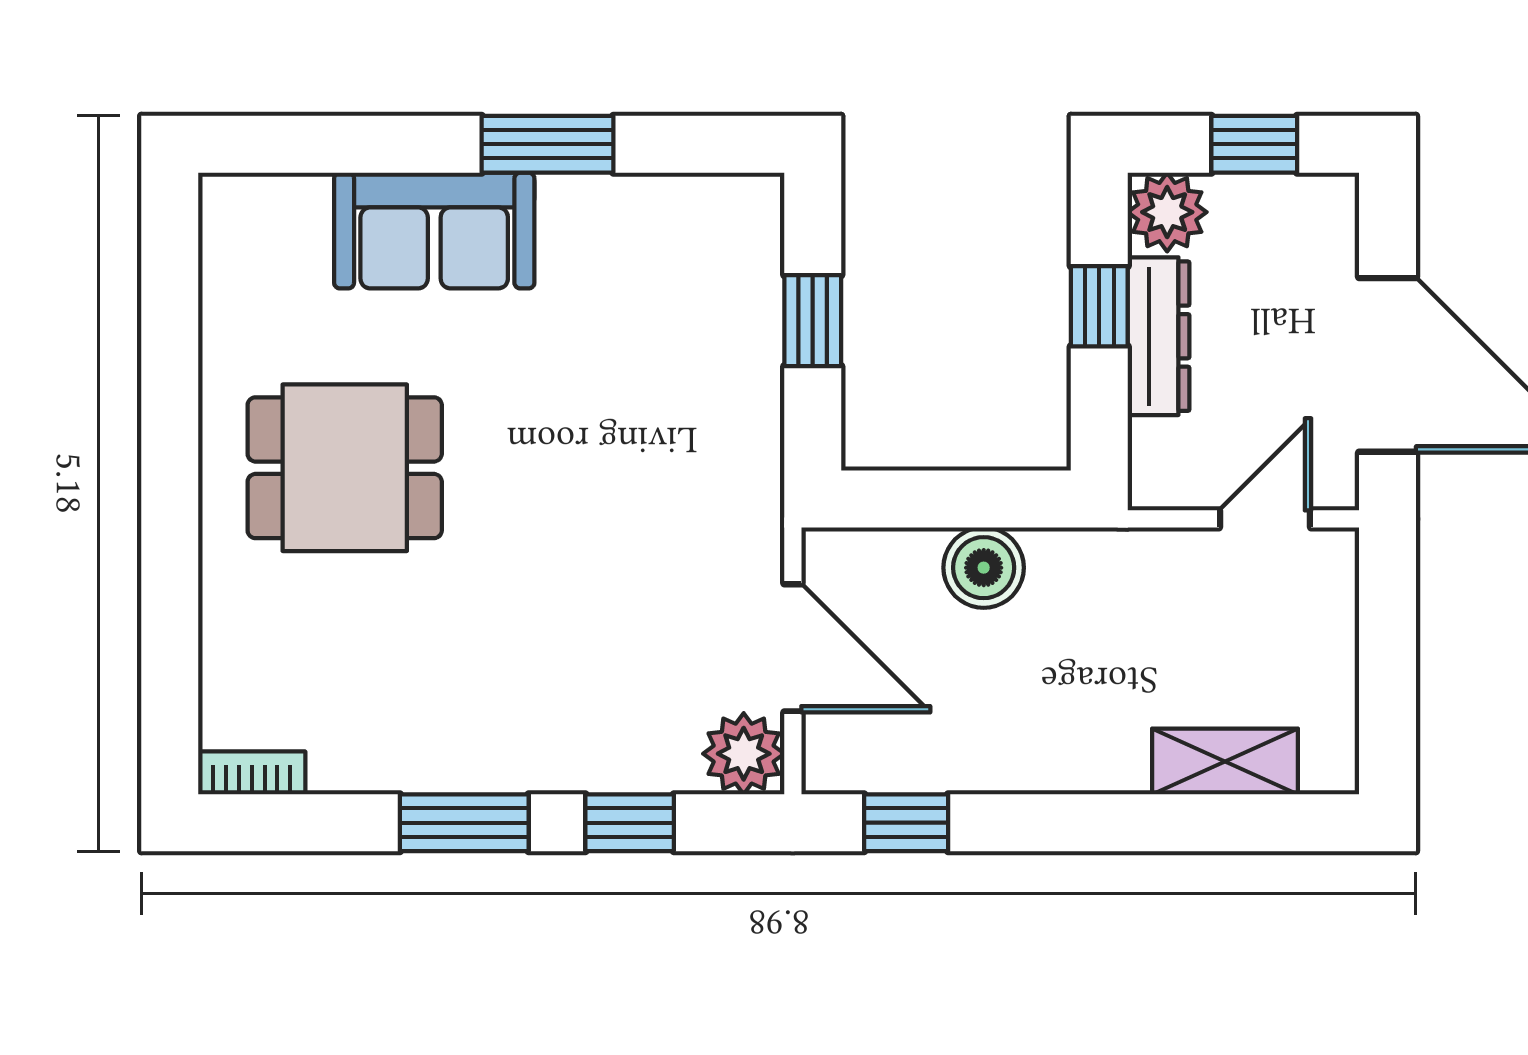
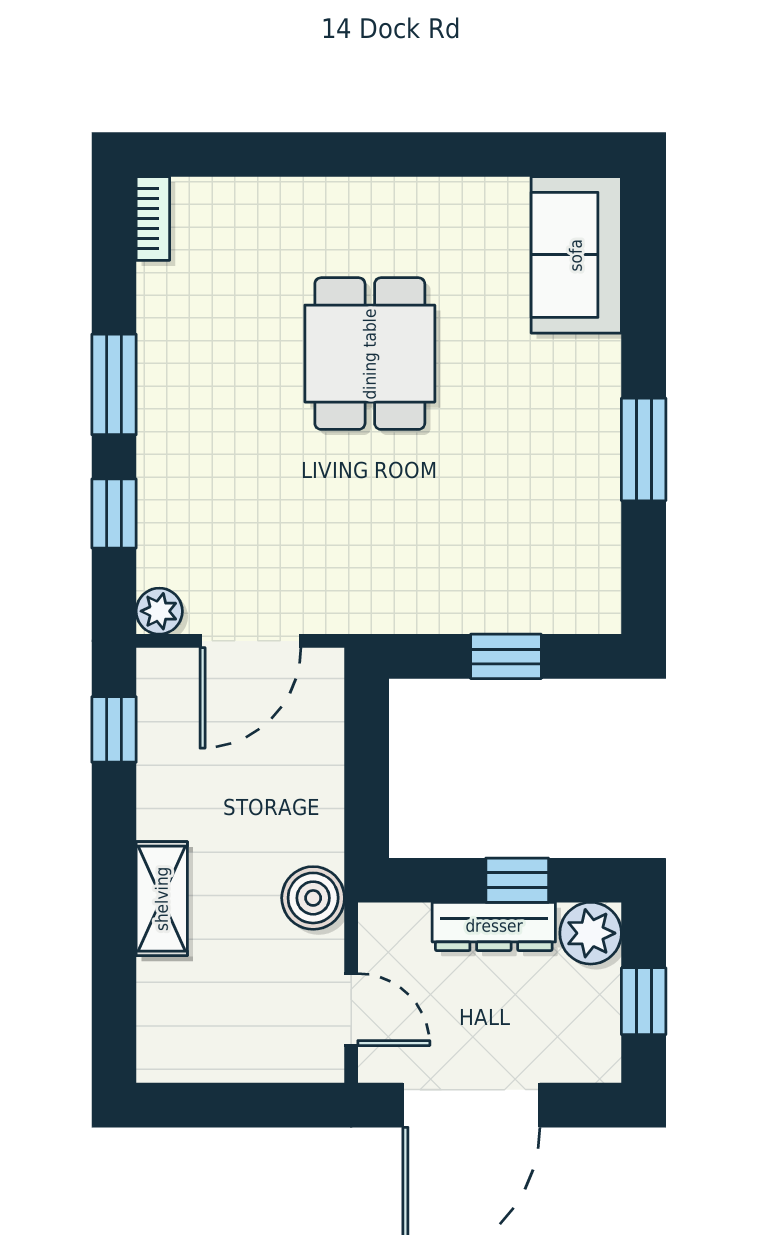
sofa: (434, 231) -> (576, 255), moved
dining table: (345, 468) -> (370, 354), moved
boiler: (984, 568) -> (313, 898), moved
plant: (744, 754) -> (159, 611), width x0.73, depth x0.73
shelving: (1225, 761) -> (162, 899), moved

